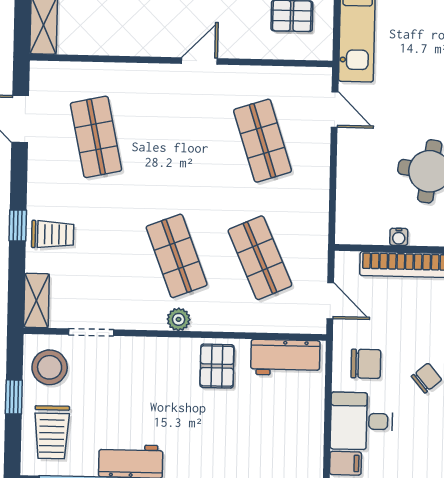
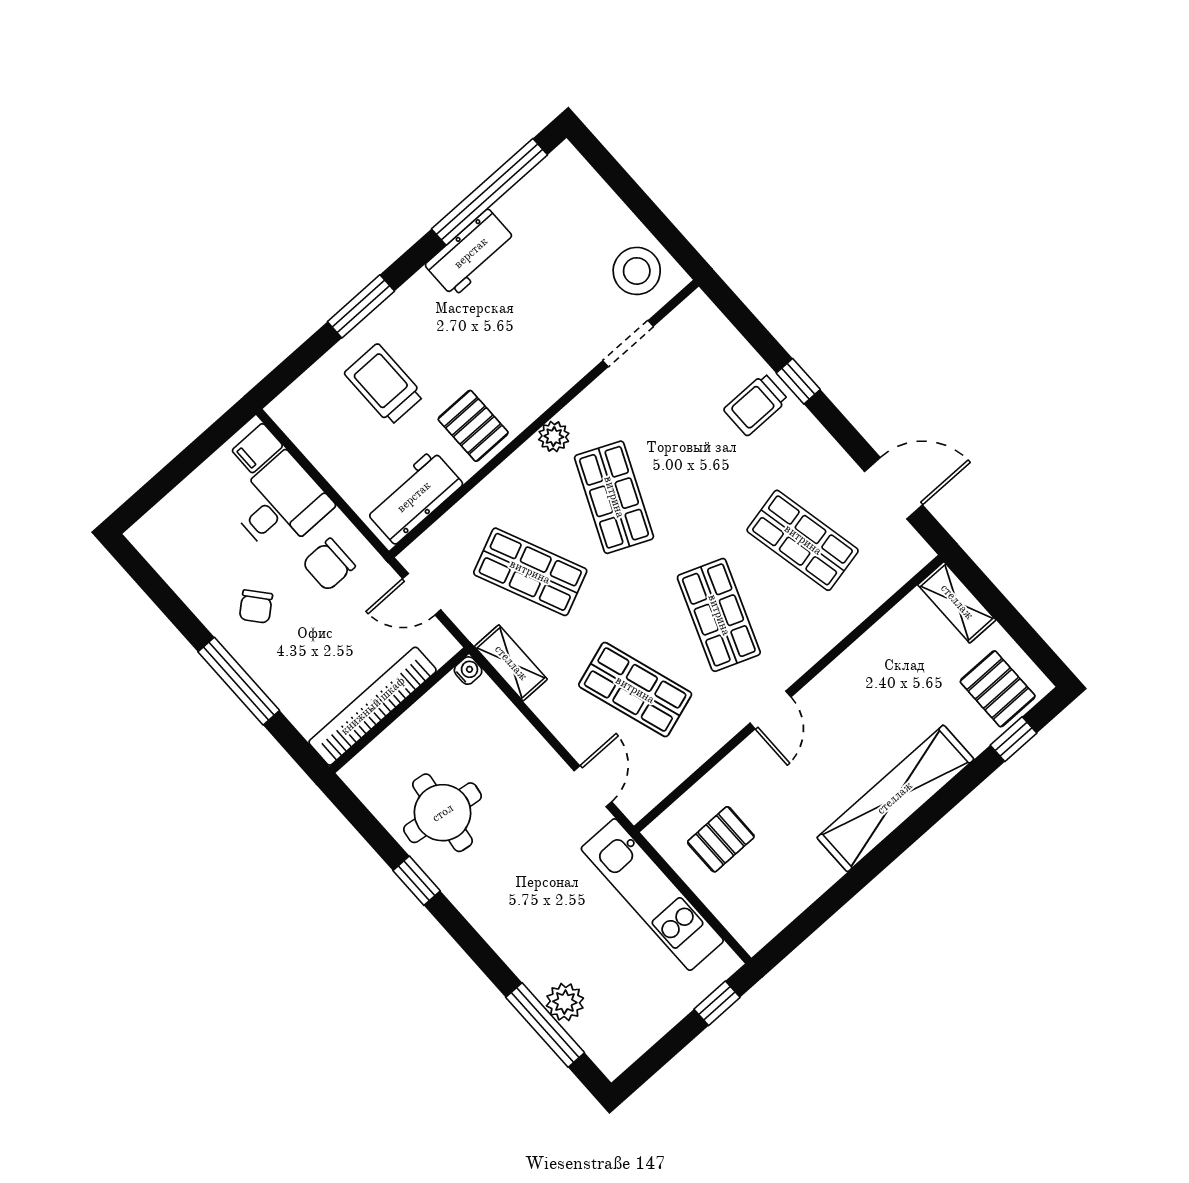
door: (335, 110) -> (593, 786), swing flipped
shop shelf: (179, 139) -> (719, 615), added
water cooler: (399, 237) -> (468, 671), moved, turned 90
shop shelf: (177, 256) -> (614, 497), turned 45
shelving: (36, 300) -> (511, 663), moved
window: (14, 397) -> (645, 209), removed
trolley: (52, 432) -> (384, 384), moved

